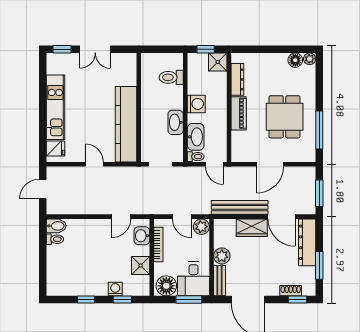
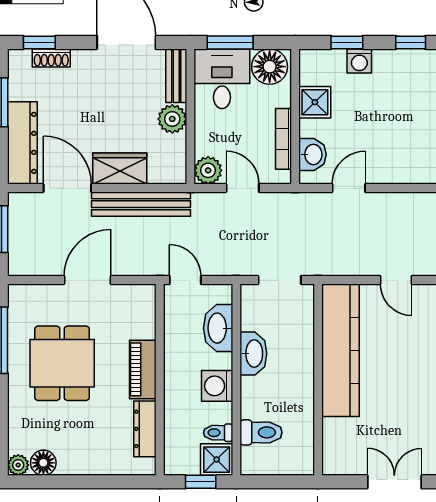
shower: (218, 62) -> (217, 460), moved
toilet: (196, 157) -> (218, 433), moved

